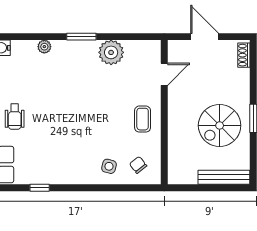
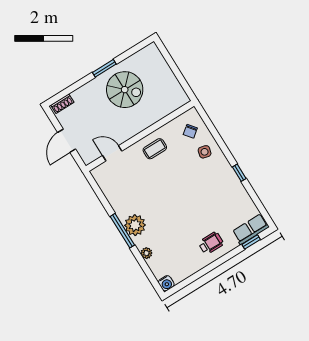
window: (81, 37) -> (122, 231), width x1.44
plant: (111, 52) -> (135, 225), moved
bench: (224, 177) -> (160, 63), removed
window: (40, 188) -> (239, 173), moved

